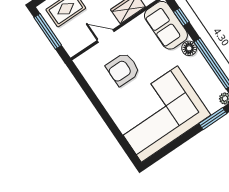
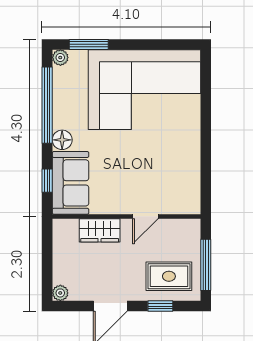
door: (106, 36) -> (145, 216), hinge flipped
armchair: (123, 69) -> (151, 167), removed

